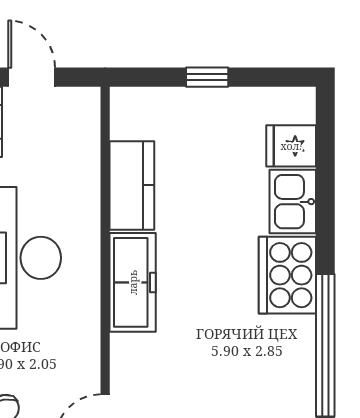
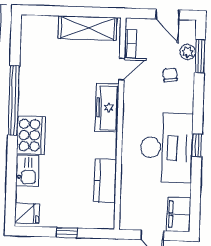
fridge: (291, 146) -> (27, 213), moved
freezer: (133, 282) -> (107, 108), moved

